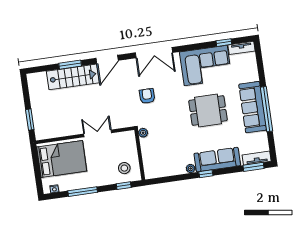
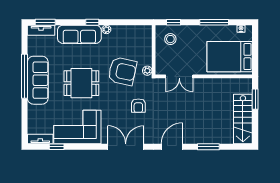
stairs: (73, 77) -> (243, 119), moved, turned -90
armchair: (168, 128) -> (122, 71), added
double door: (98, 133) -> (179, 76), moved

